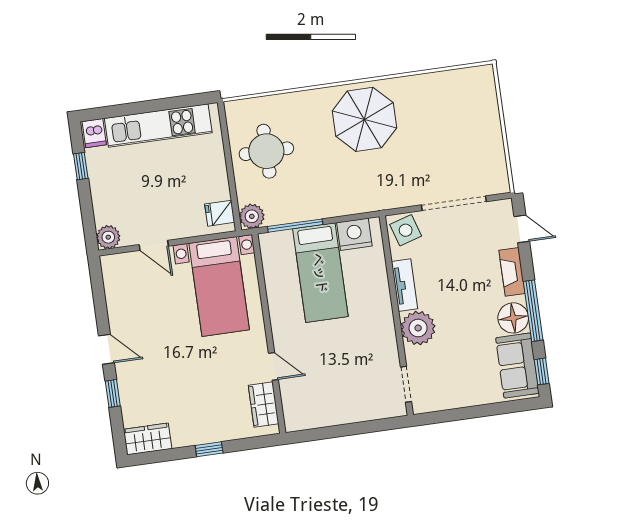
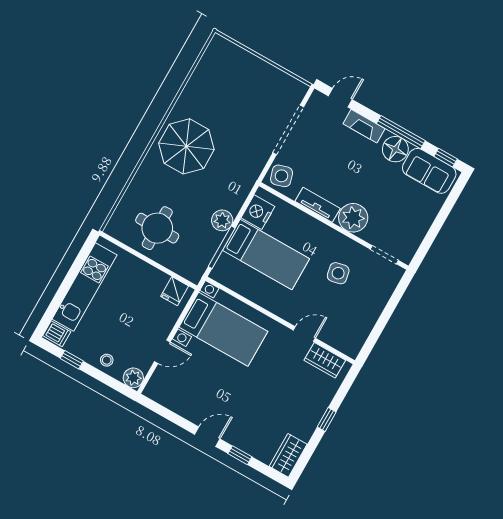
stool: (106, 199) -> (107, 360), added
plant: (252, 216) -> (222, 220), moved
side table: (355, 354) -> (338, 273), added

